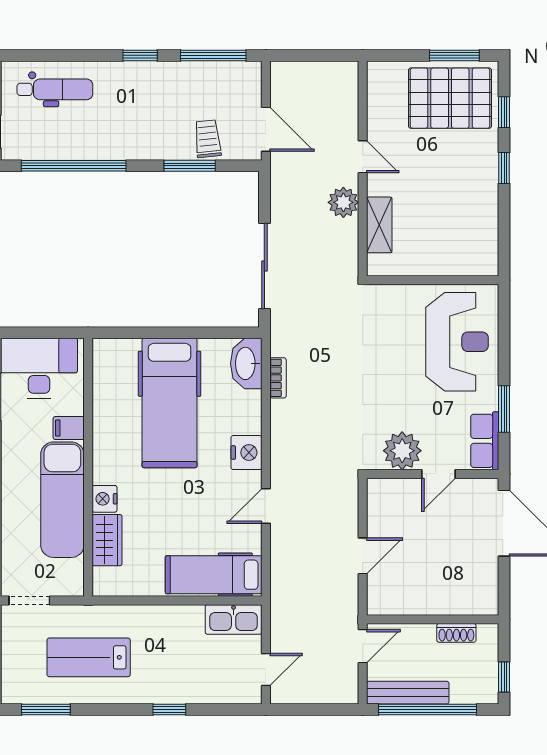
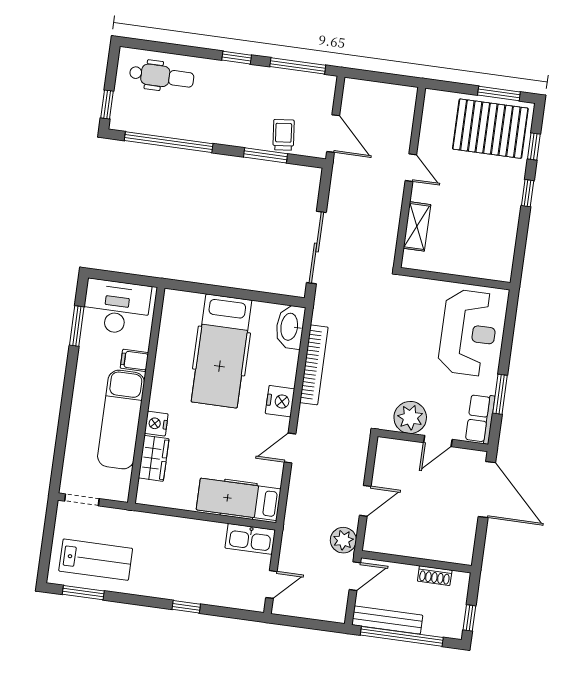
plant: (343, 202) -> (343, 540), moved
bookcase: (278, 378) -> (314, 365), width x2.31, depth x1.31
lab bench: (89, 657) -> (96, 560), moved, turned 180

